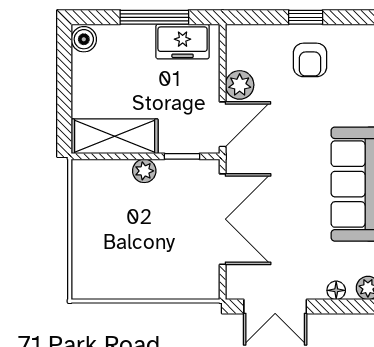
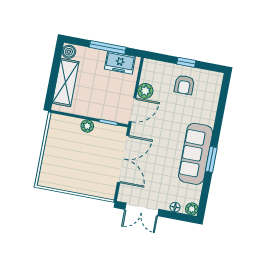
shelving: (115, 136) -> (66, 82), moved, turned 90

